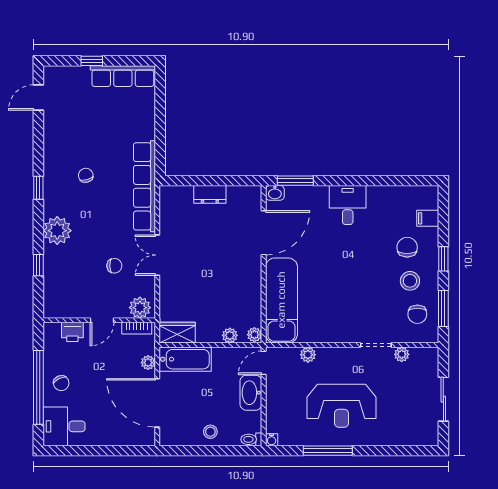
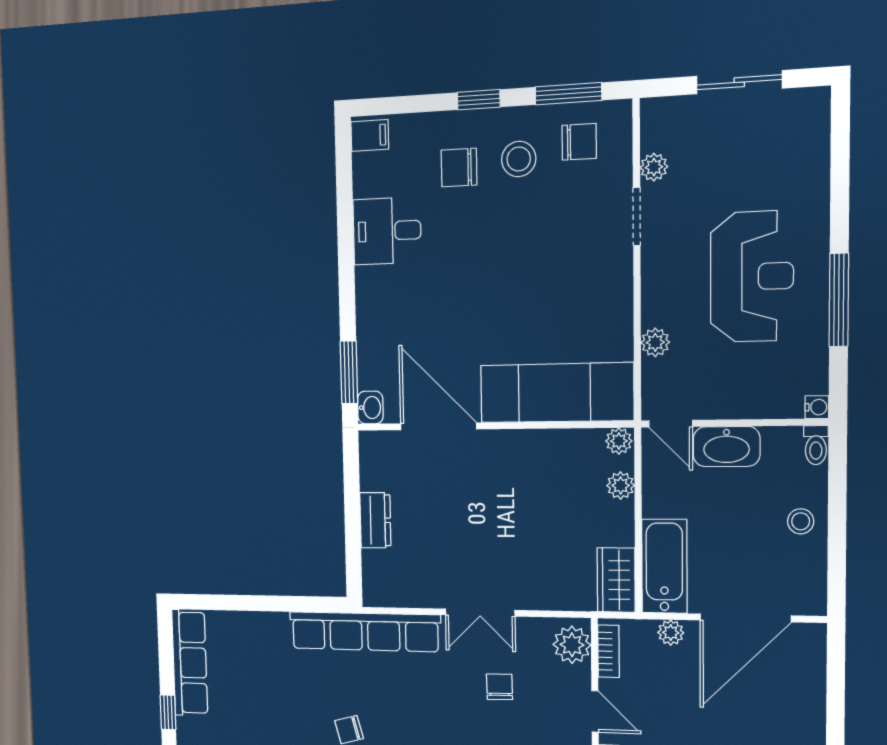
desk: (348, 205) -> (387, 231), moved
filing cabinet: (428, 218) -> (370, 135), moved, turned -90

